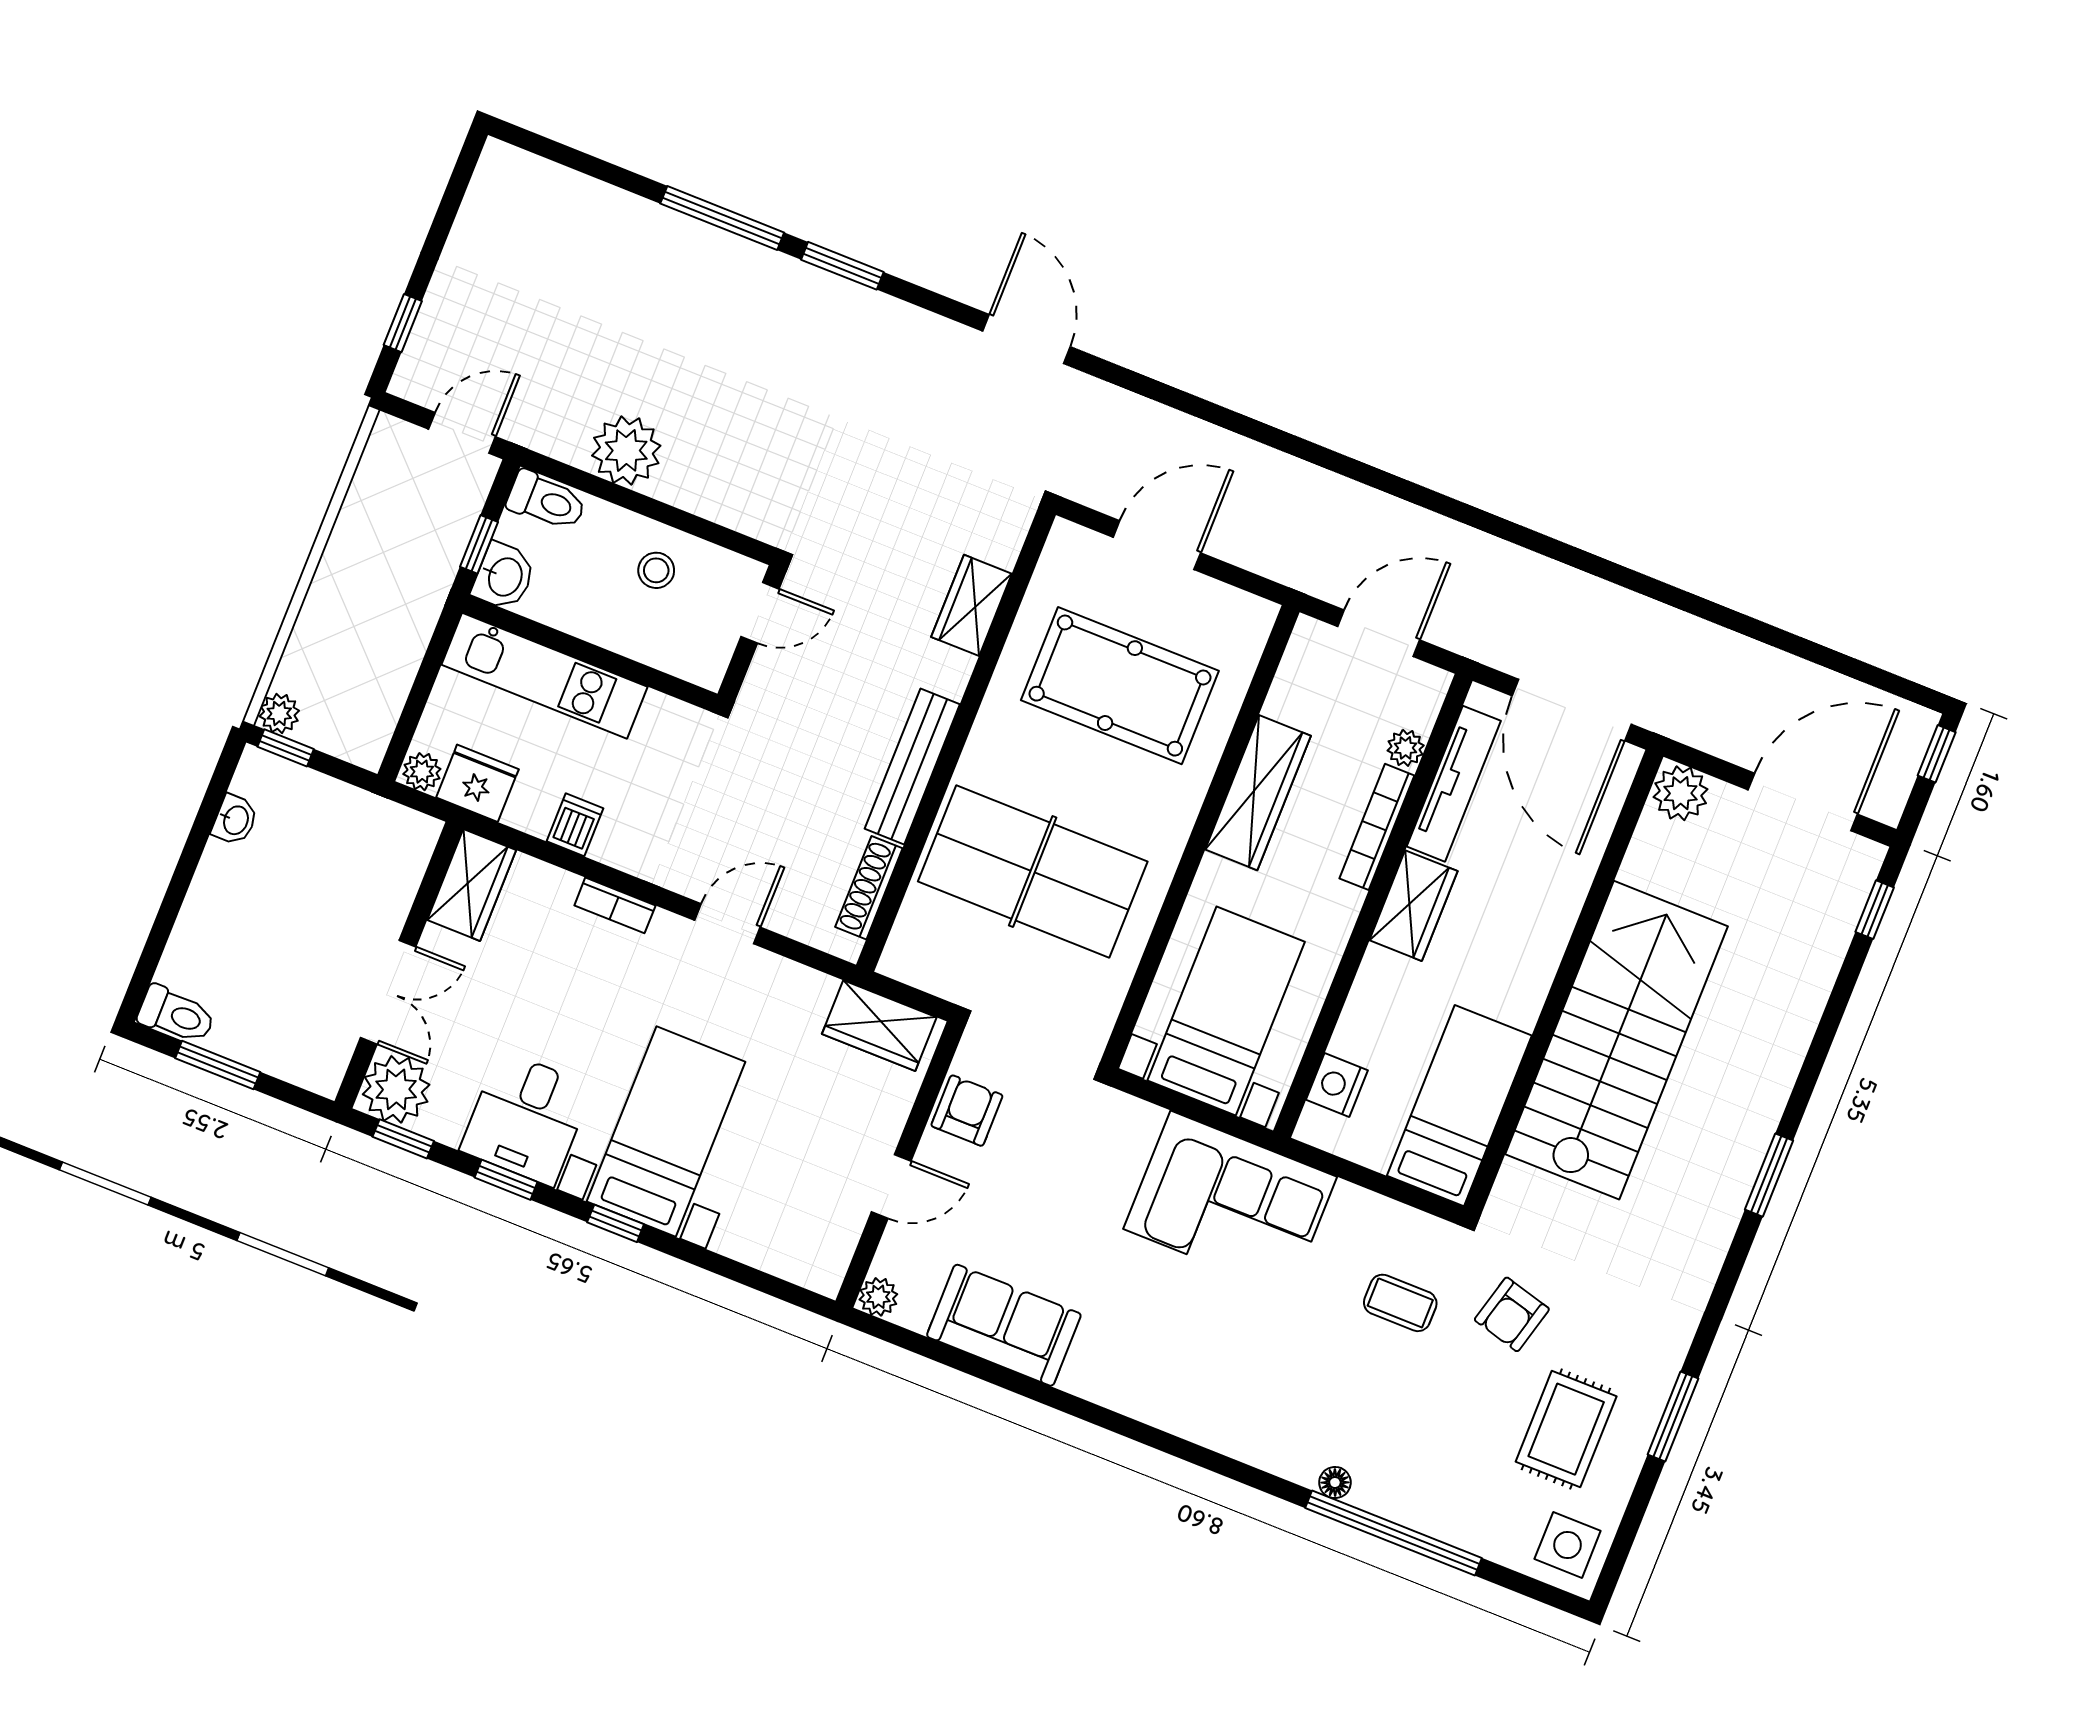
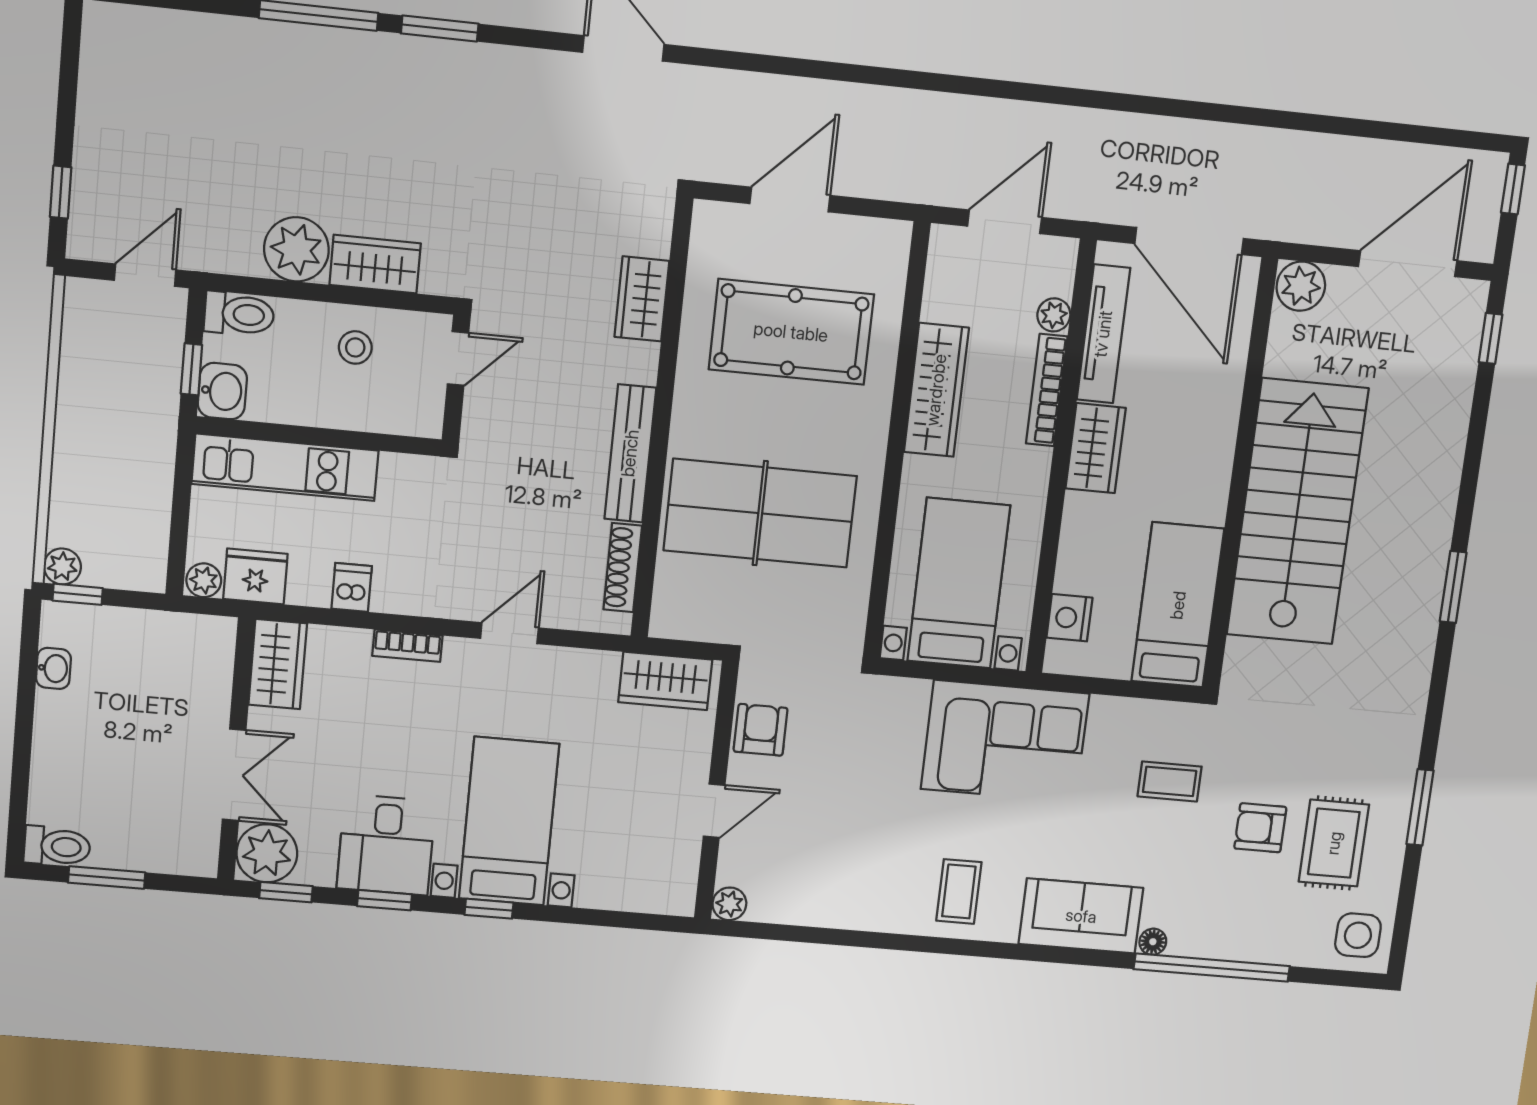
wardrobe: (703, 489) -> (375, 264), added
armchair: (1512, 1314) -> (1260, 828), moved, turned 75
sofa: (1004, 1325) -> (1081, 916), moved
coffee table: (1134, 1359) -> (959, 891), added

